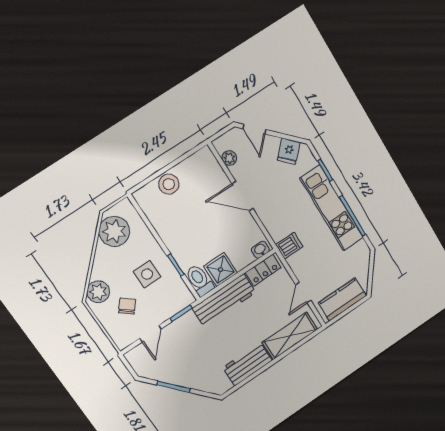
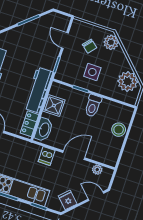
dishwasher: (289, 246) -> (47, 156), moved
washbasin: (260, 250) -> (44, 130), width x1.91, depth x1.45
toilet: (200, 280) -> (93, 106), moved, turned 90

